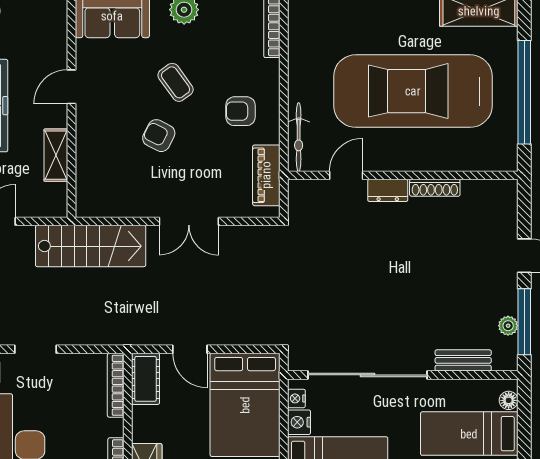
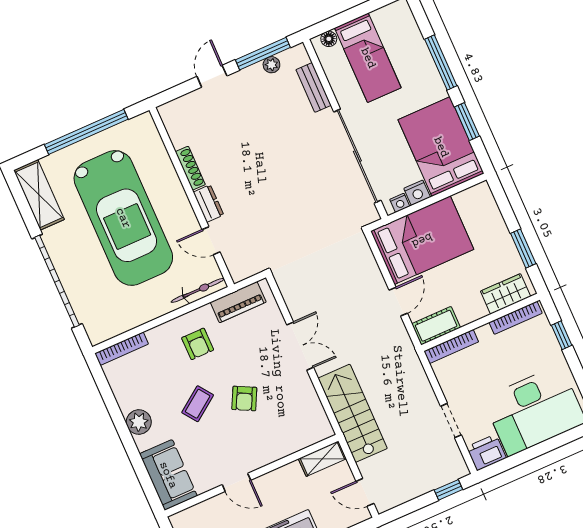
shelving: (56, 155) -> (322, 459), moved

